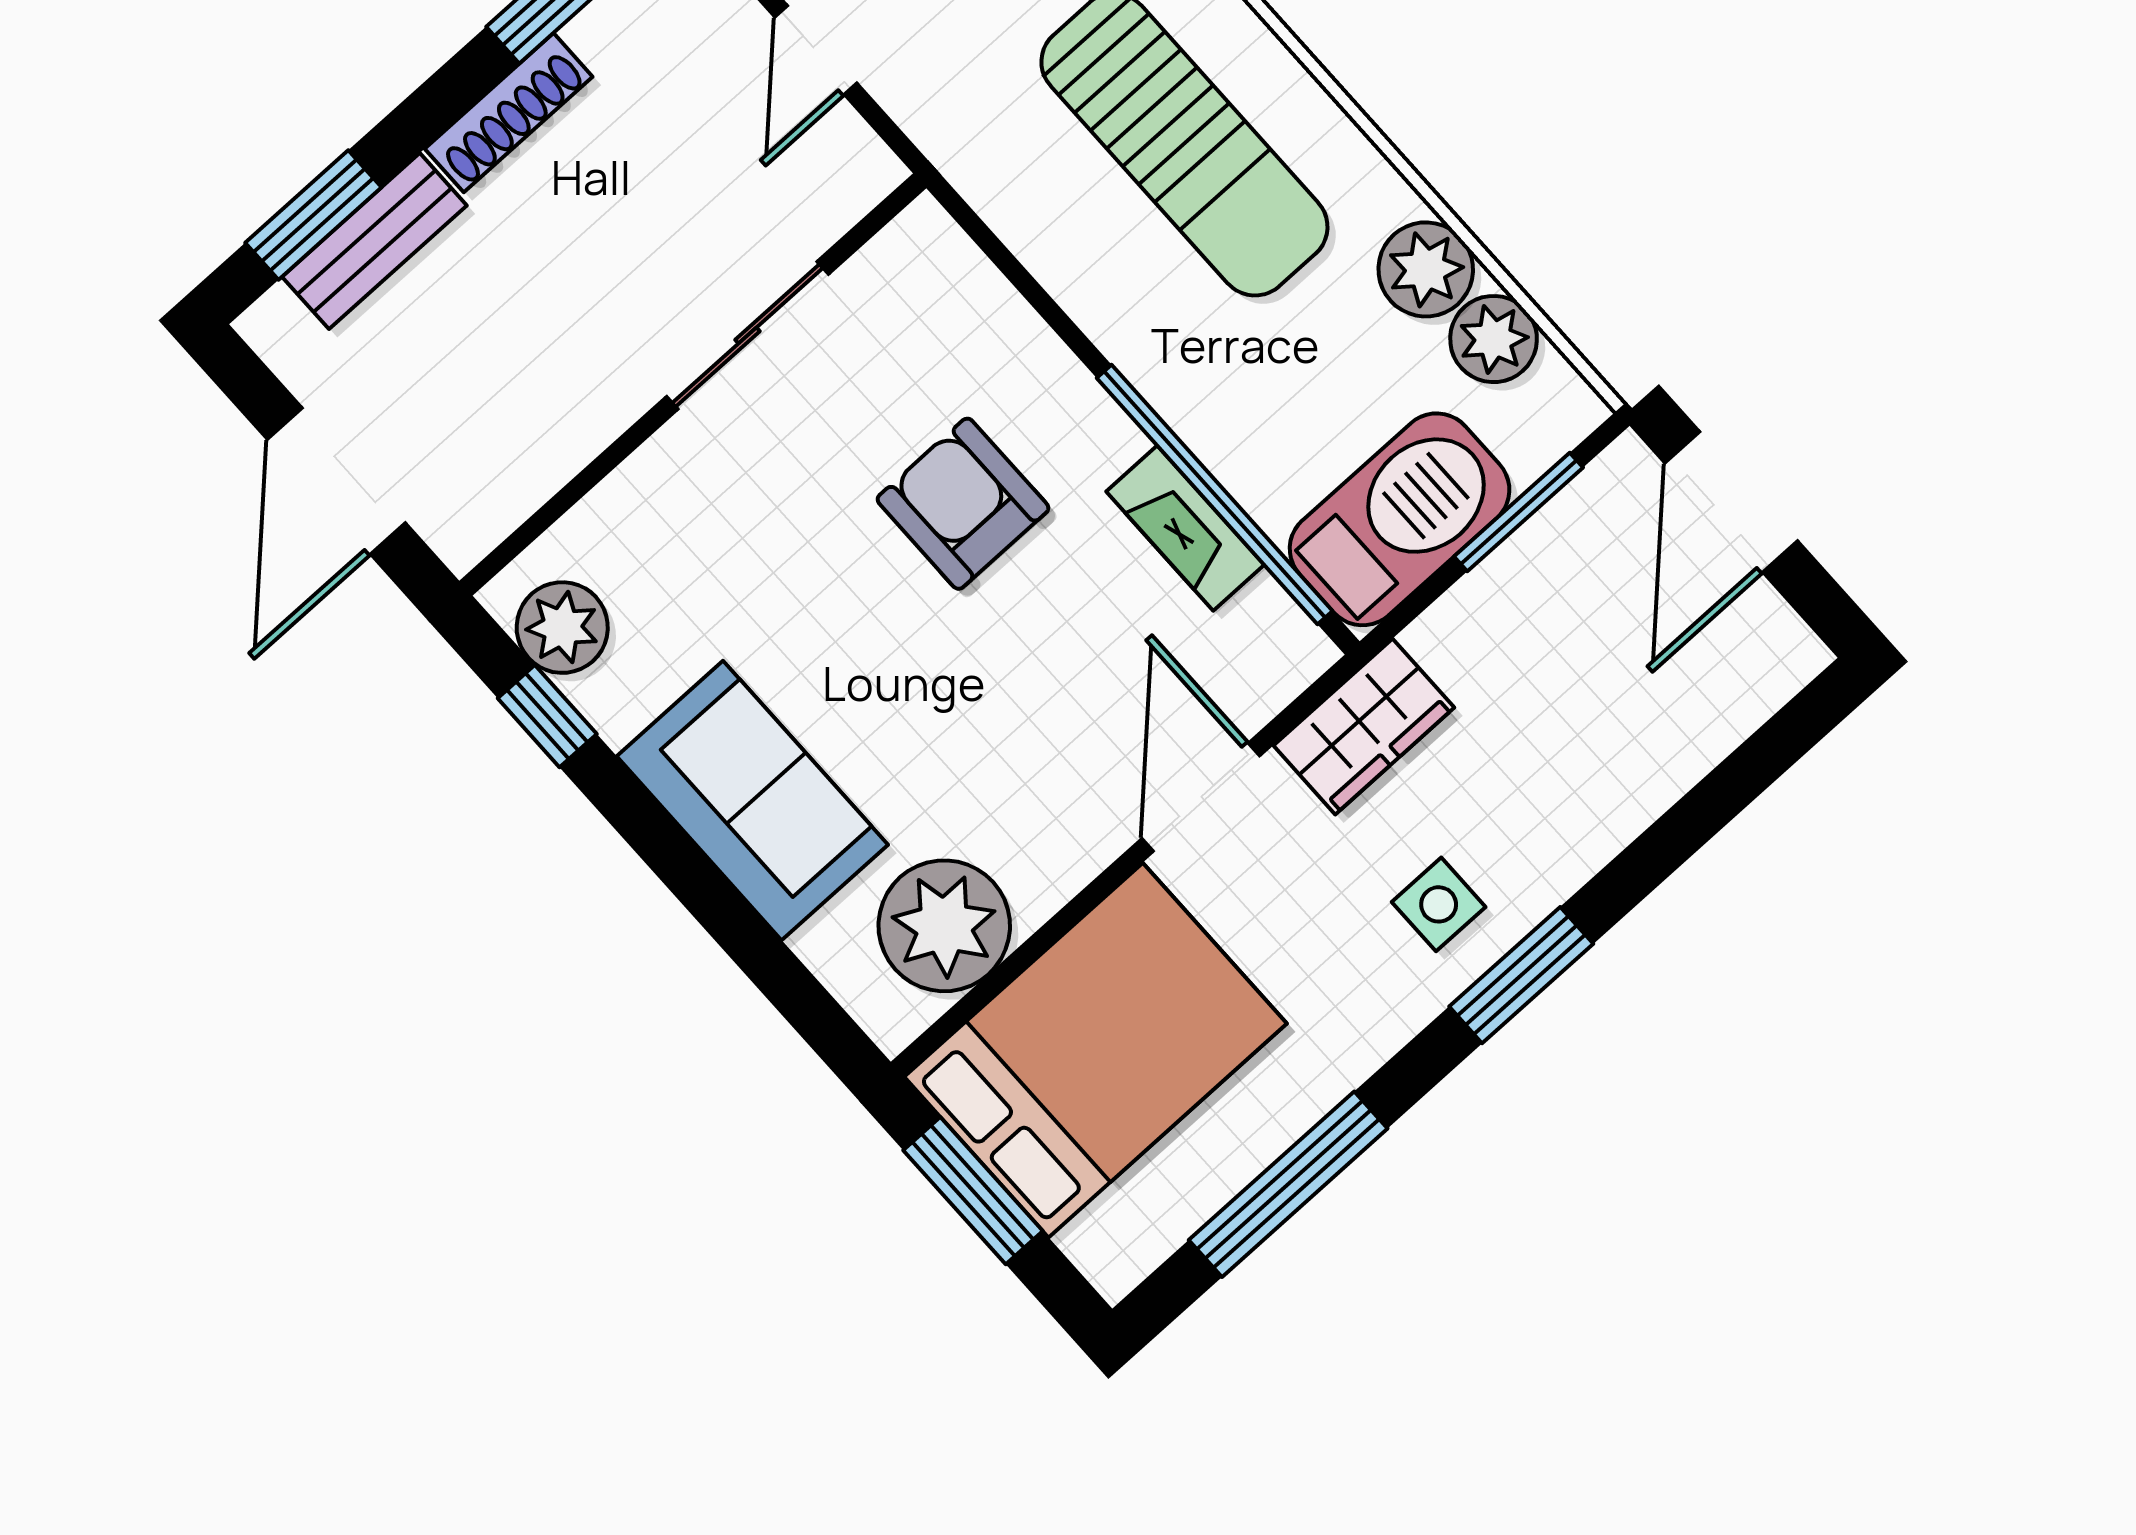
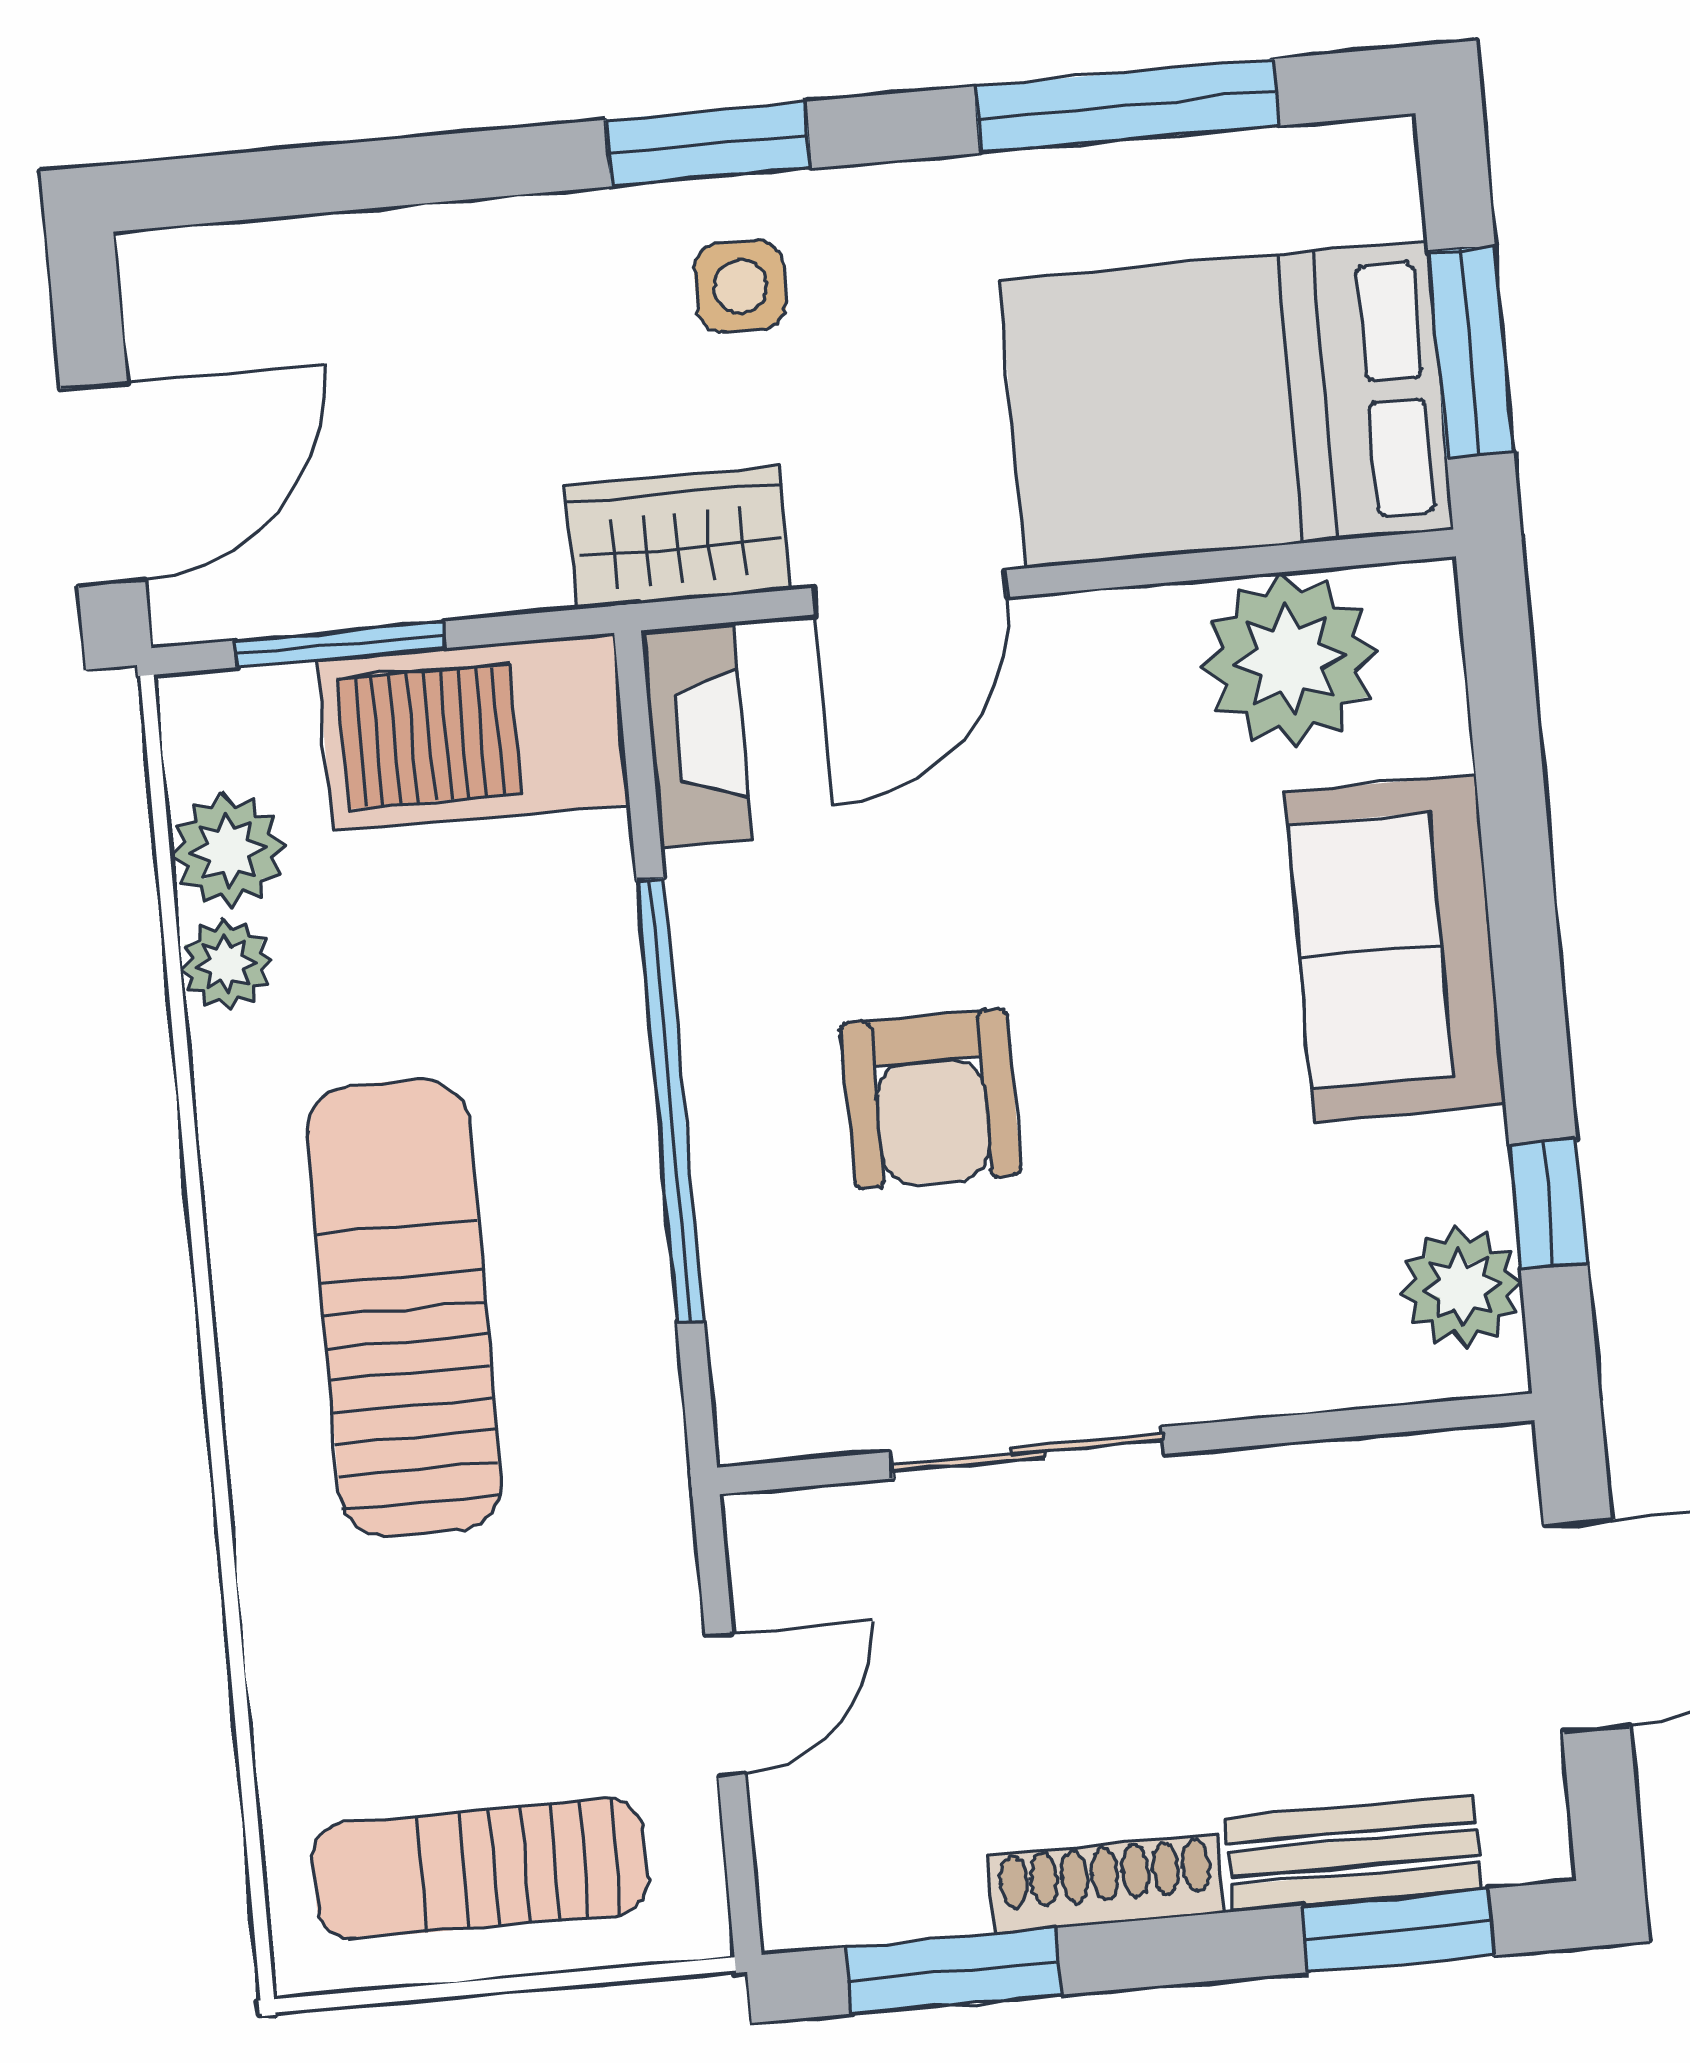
plant: (1426, 269) -> (226, 964), width x0.73, depth x0.73
window: (1215, 494) -> (670, 1101), moved
fireplace: (1185, 528) -> (697, 737), moved

